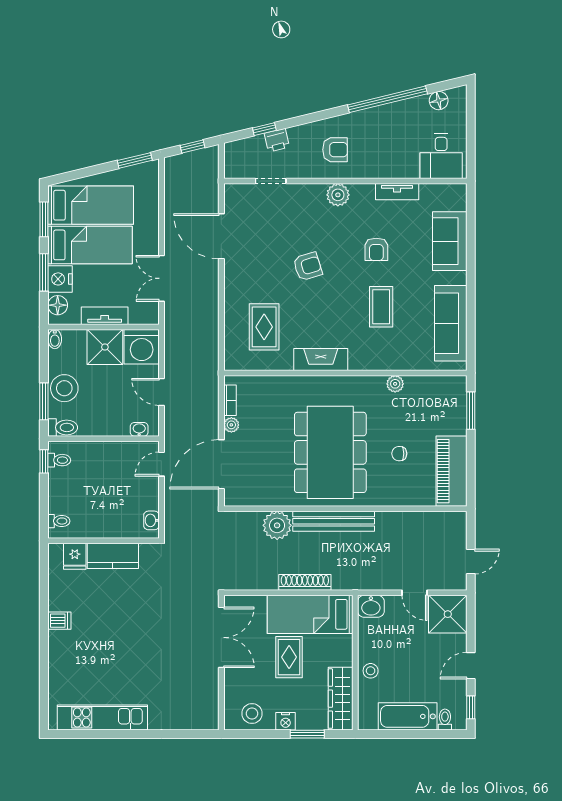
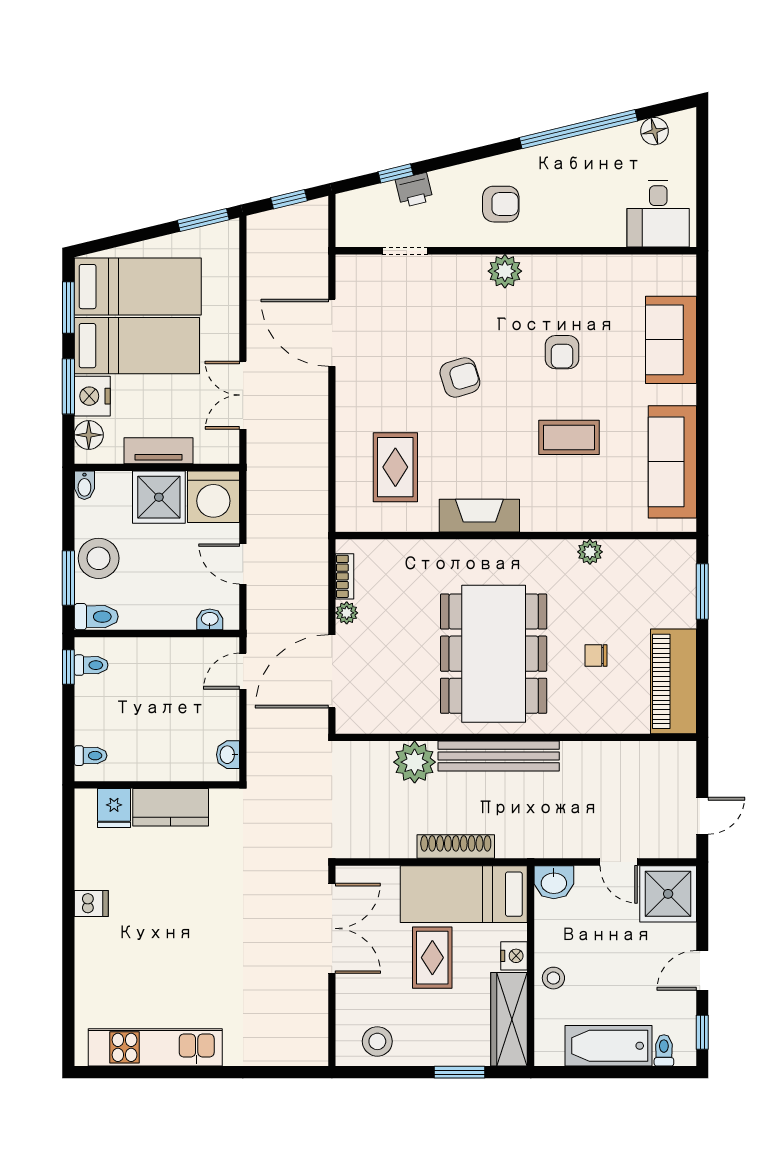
tv unit: (397, 192) -> (593, 266), removed
coffee table: (381, 307) -> (569, 437), turned 90
nightstand: (286, 721) -> (514, 956), moved, turned -90

